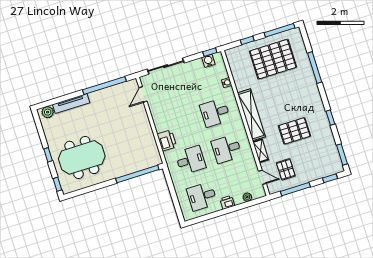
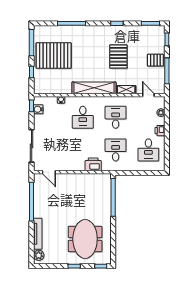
pallet: (273, 59) -> (54, 55), turned 90
desk: (226, 149) -> (116, 117), turned 180
pallet: (286, 169) -> (155, 60), moved
door: (262, 177) -> (148, 95), hinge flipped

